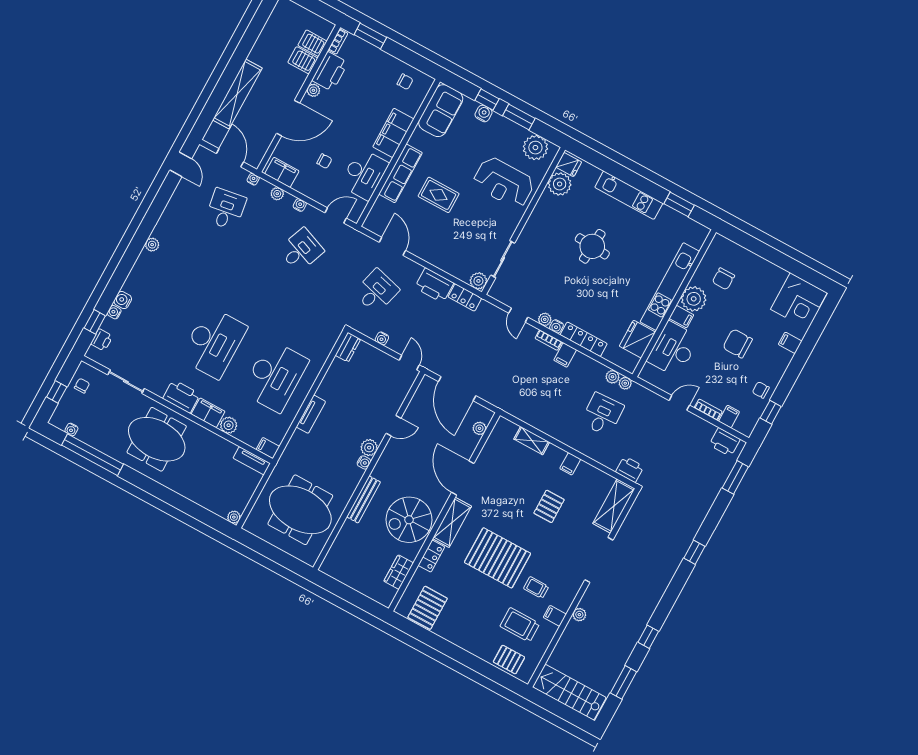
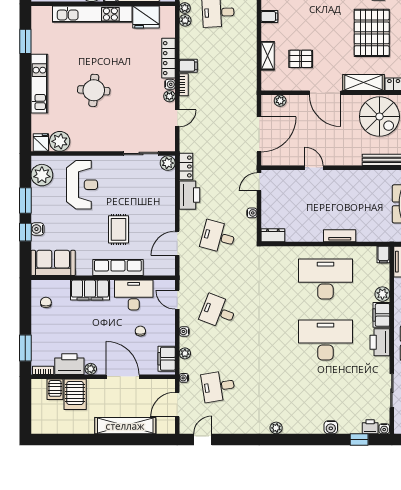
server rack: (303, 60) -> (75, 394), width x1.36, depth x1.44
water cooler: (114, 312) -> (384, 429), moved
plant: (369, 448) -> (341, 177), removed
water cooler: (364, 462) -> (354, 175), removed
door: (463, 478) -> (325, 93), hinge flipped
pallet: (549, 506) -> (301, 59), moved

